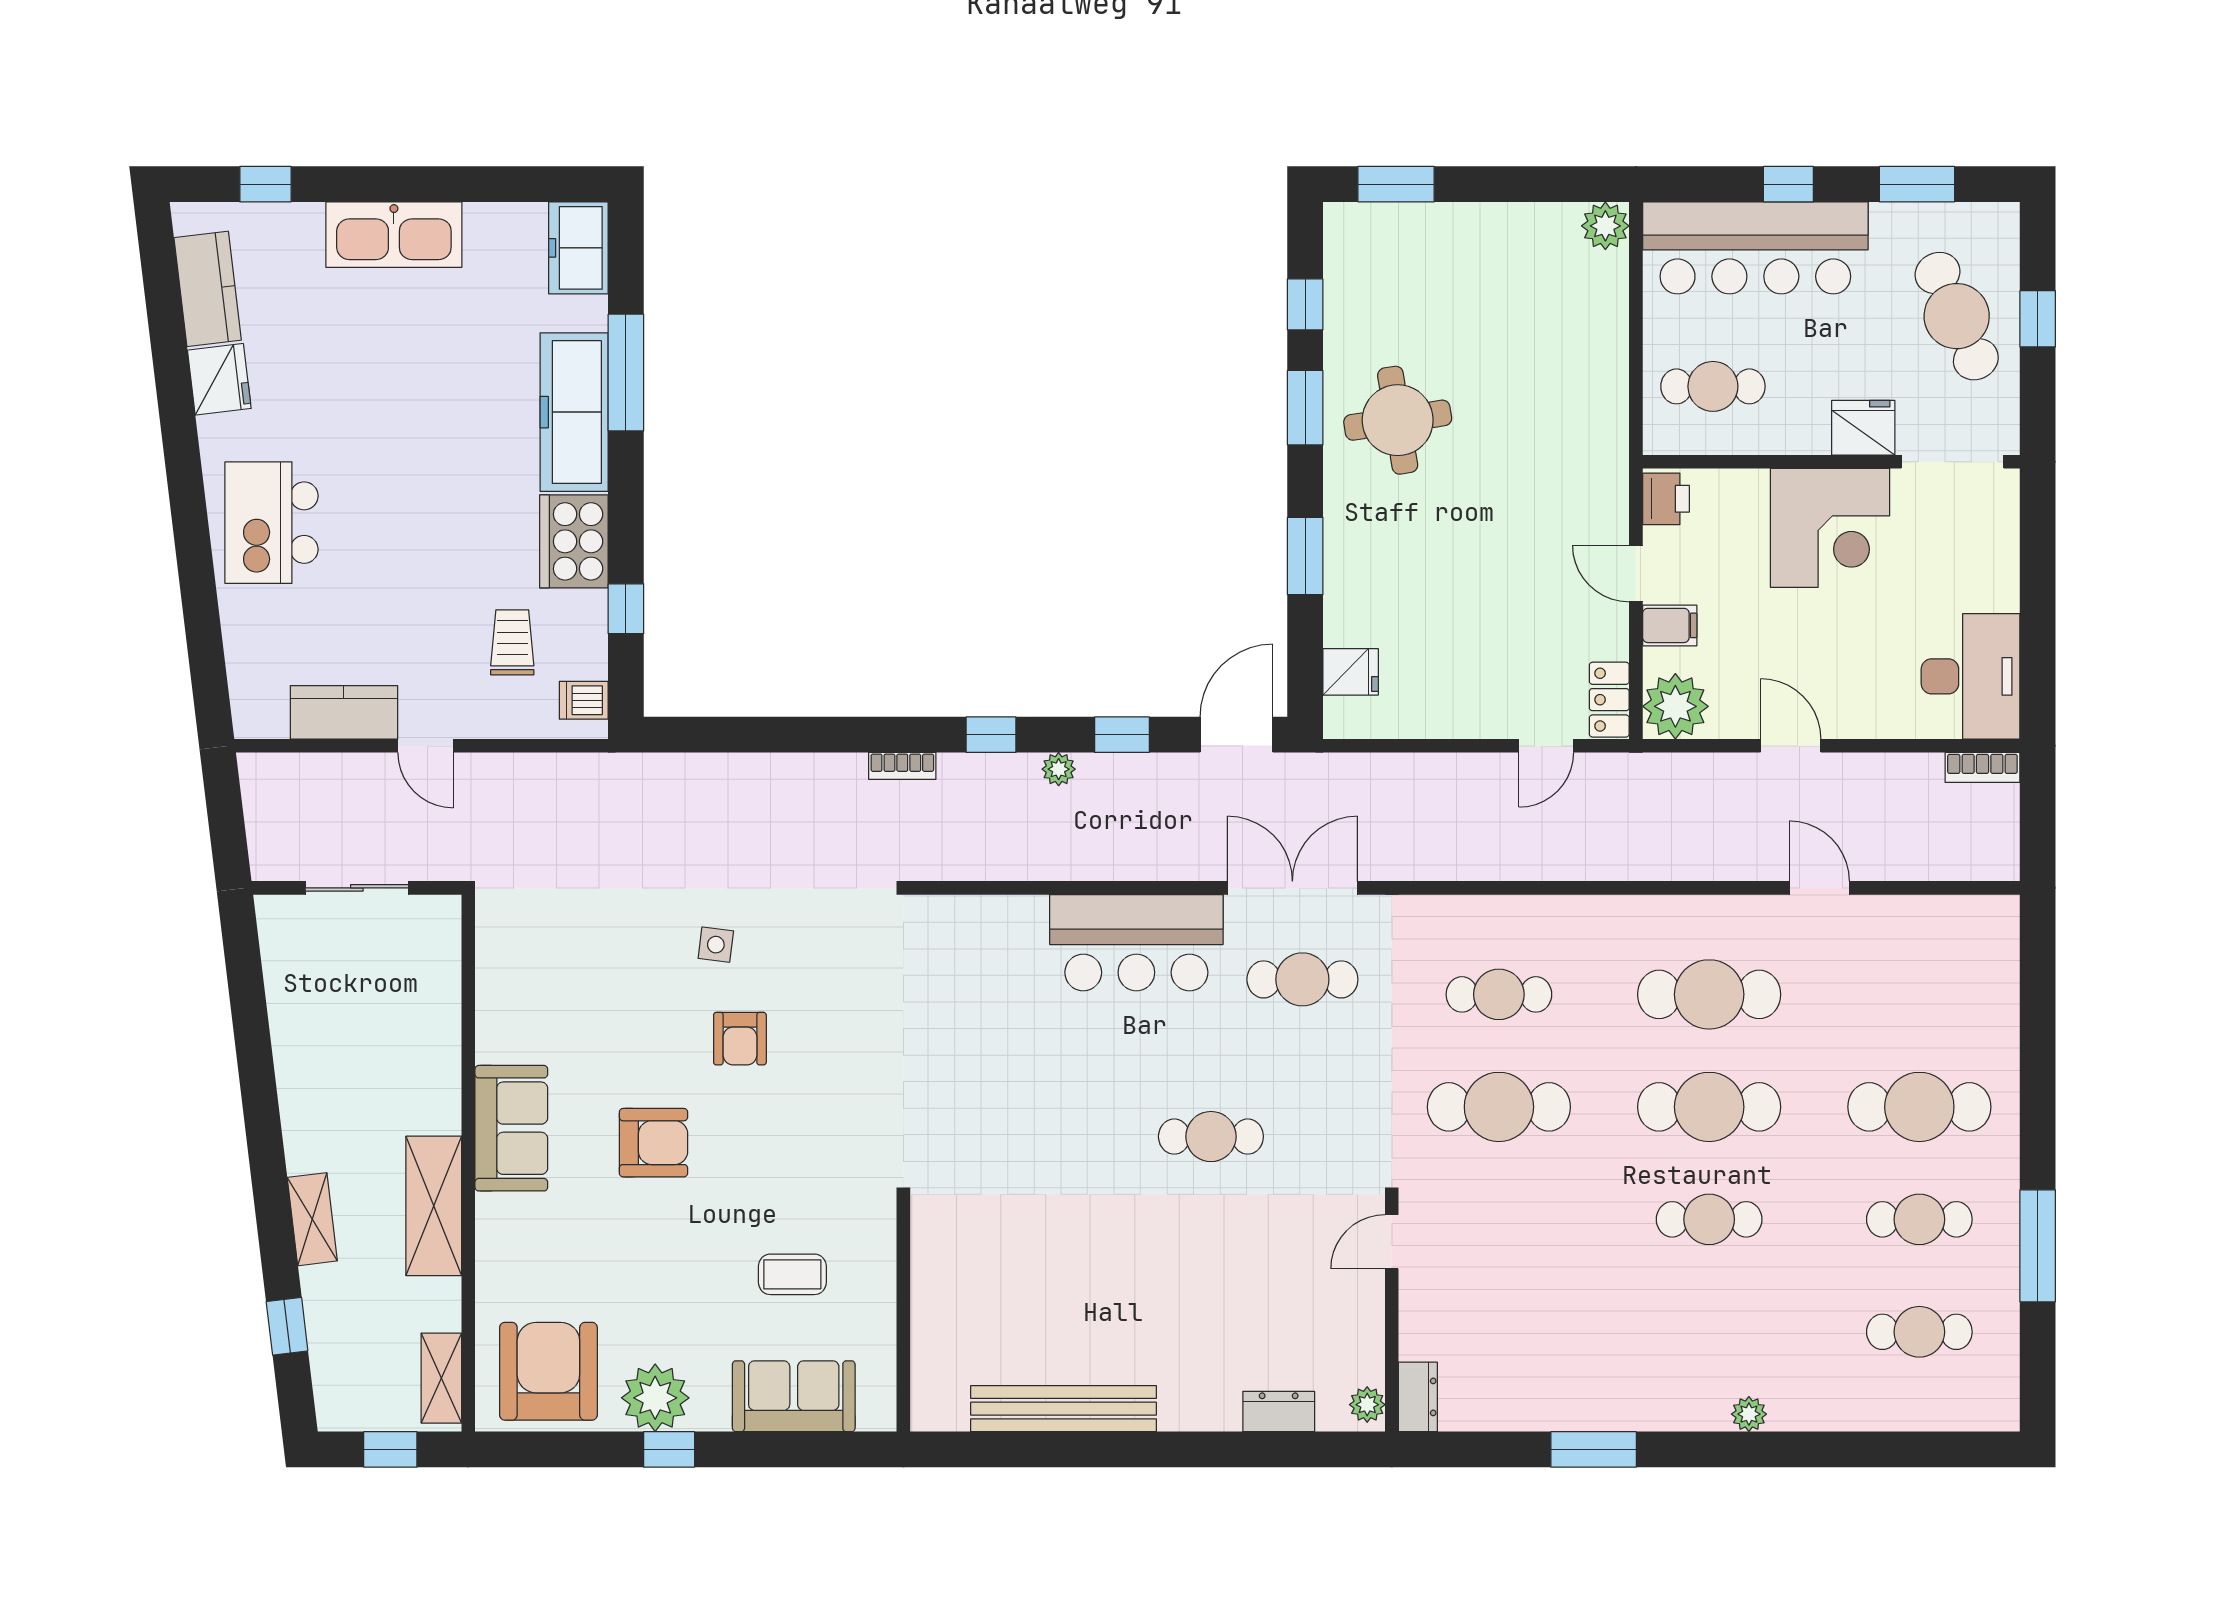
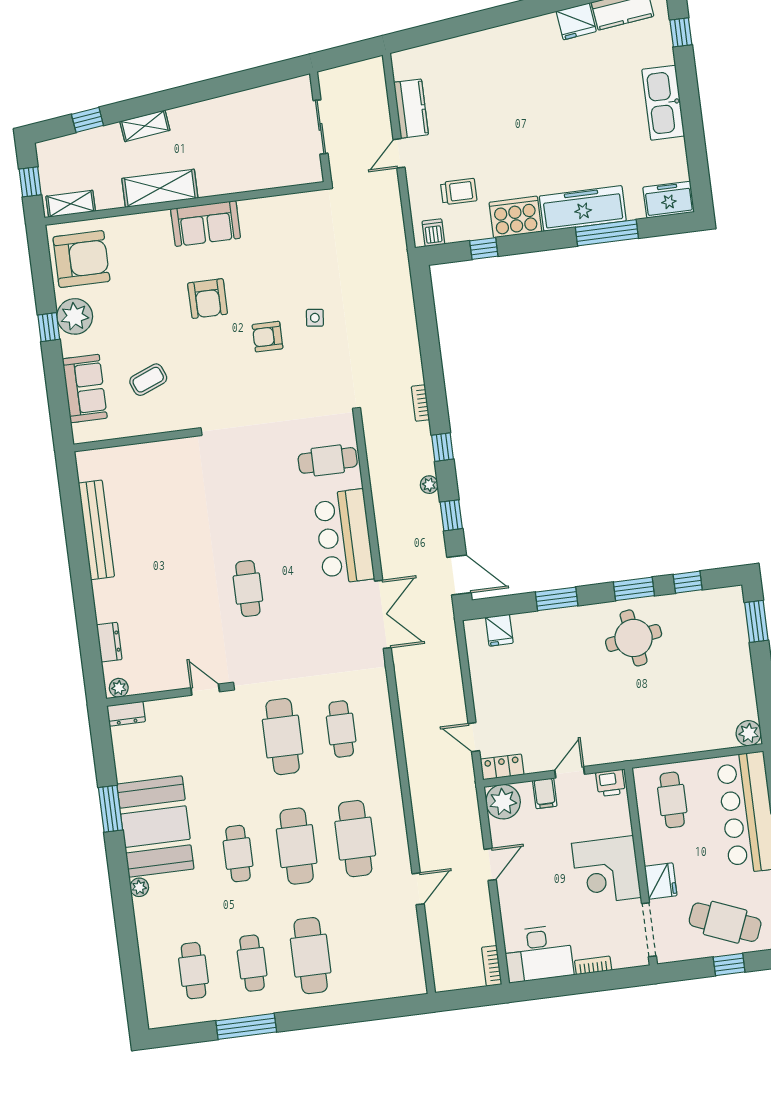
cafe table: (1957, 316) -> (725, 922), turned 46
kitchen island: (271, 523) -> (505, 58), removed
bookcase: (2006, 576) -> (593, 965), added
cafe table: (1302, 979) -> (328, 460), moved, turned 90
coffee table: (792, 1274) -> (148, 380), turned 68
booth: (1638, 1369) -> (155, 827), added

